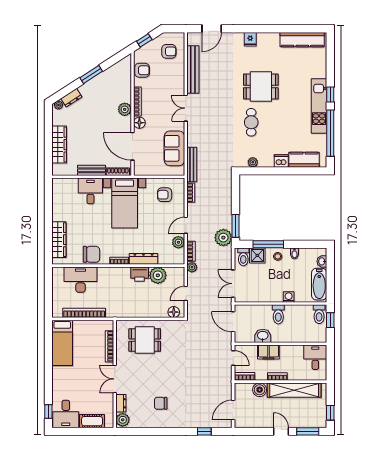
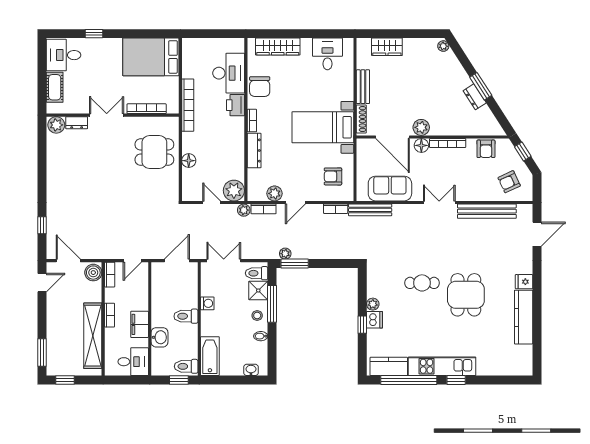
door: (212, 29) -> (537, 234), swing flipped
kitchen counter: (302, 40) -> (524, 317), moved
armchair: (169, 51) -> (509, 182), turned 65
dresser: (71, 98) -> (475, 97), moved
plant: (125, 109) -> (421, 127), moved
wardrobe: (59, 145) -> (387, 47), width x0.67
door: (132, 146) -> (392, 137), swing flipped
kitchen counter: (304, 160) -> (389, 366), moved, turned -90
plant: (253, 162) -> (373, 304), moved
window: (285, 171) -> (362, 325), added
desk: (90, 191) -> (327, 54), moved, turned -90
armchair: (165, 195) -> (333, 176), turned -90
door: (186, 225) -> (295, 202), swing flipped
plant: (223, 238) -> (285, 254), width x0.53, depth x0.53
printer: (140, 274) -> (235, 105), moved
plant: (158, 275) -> (234, 191), moved
bathtub: (319, 284) -> (210, 356), moved, turned 90
washing machine: (289, 297) -> (207, 303), moved
floor lamp: (174, 312) -> (189, 161), moved
bookcase: (84, 313) -> (188, 105), moved
washbasin: (263, 336) -> (159, 337), moved
dining table: (145, 340) -> (154, 152), turned 90
bed: (62, 343) -> (151, 57), width x1.50
filing cabinet: (268, 352) -> (140, 324), moved
boiler: (260, 390) -> (93, 273), moved
chair: (161, 403) -> (77, 172), removed
window: (48, 412) -> (94, 34), moved
door: (281, 431) -> (42, 283), moved

